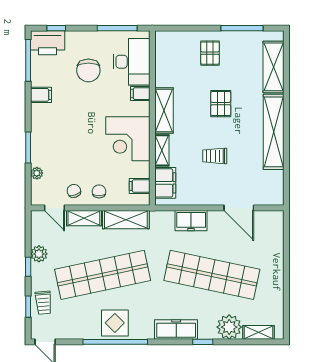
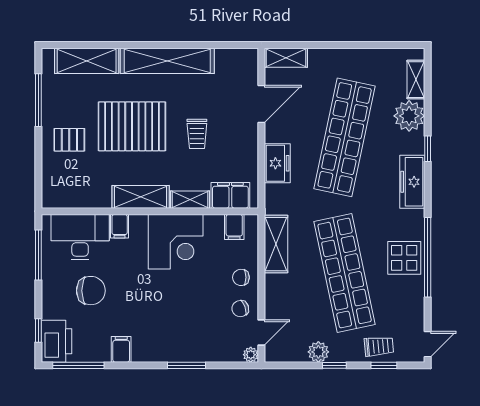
pallet: (221, 104) -> (132, 126), width x2.05, depth x2.00
plant: (37, 173) -> (251, 355), moved
shelving: (84, 218) -> (286, 58), moved, turned 90

